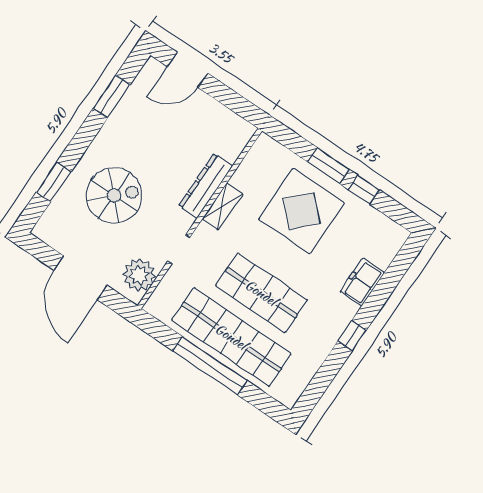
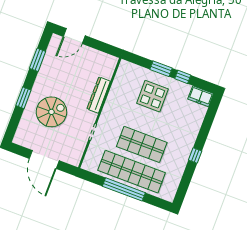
window: (54, 182) -> (23, 98), moved
shelving: (223, 206) -> (110, 104), removed
display table: (302, 211) -> (152, 96), width x0.73, depth x0.73
plant: (139, 275) -> (75, 151), removed
freezer: (362, 282) -> (201, 96), moved, turned -90

